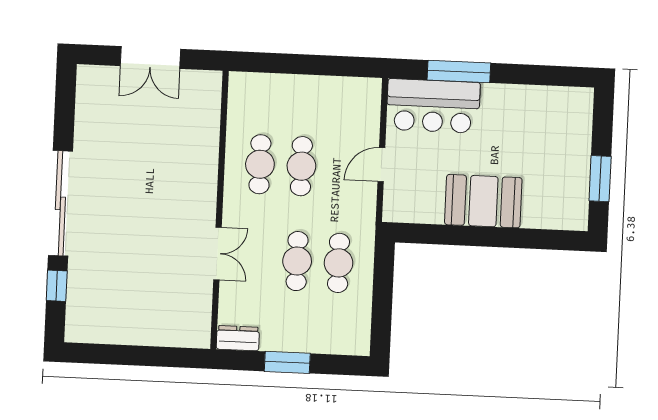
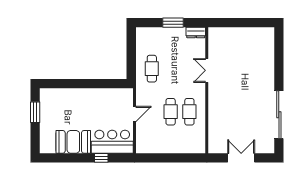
window: (459, 71) -> (101, 158), width x0.46
booth: (483, 201) -> (73, 142), moved
sliding door: (60, 203) -> (279, 115), moved
cafe table: (297, 261) -> (171, 69), removed
window: (57, 286) -> (279, 53), removed

